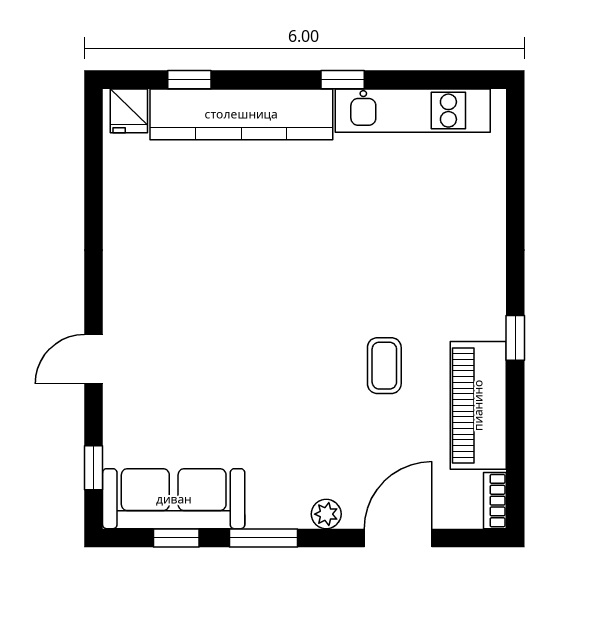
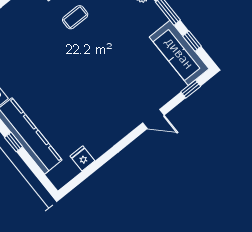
window: (189, 80) -> (14, 142), moved
fridge: (129, 111) -> (82, 158), moved, turned -90

